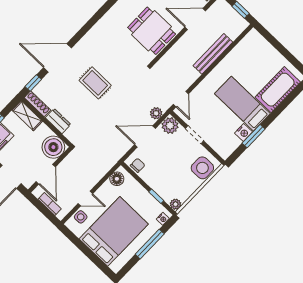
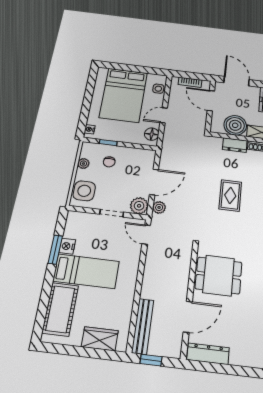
wardrobe: (265, 49) -> (100, 339), added
bench: (213, 54) -> (143, 326), moved
rug: (95, 83) -> (230, 195), turned 90
boiler: (53, 147) -> (235, 125), moved
chair: (138, 165) -> (109, 162), moved
door: (85, 199) -> (164, 115), moved
plant: (176, 204) -> (83, 164), moved
window: (150, 244) -> (87, 104), removed

